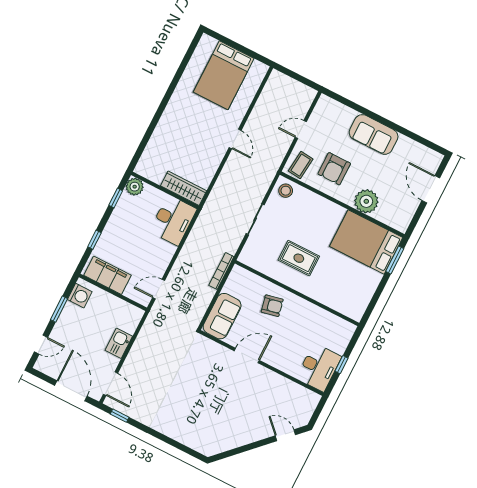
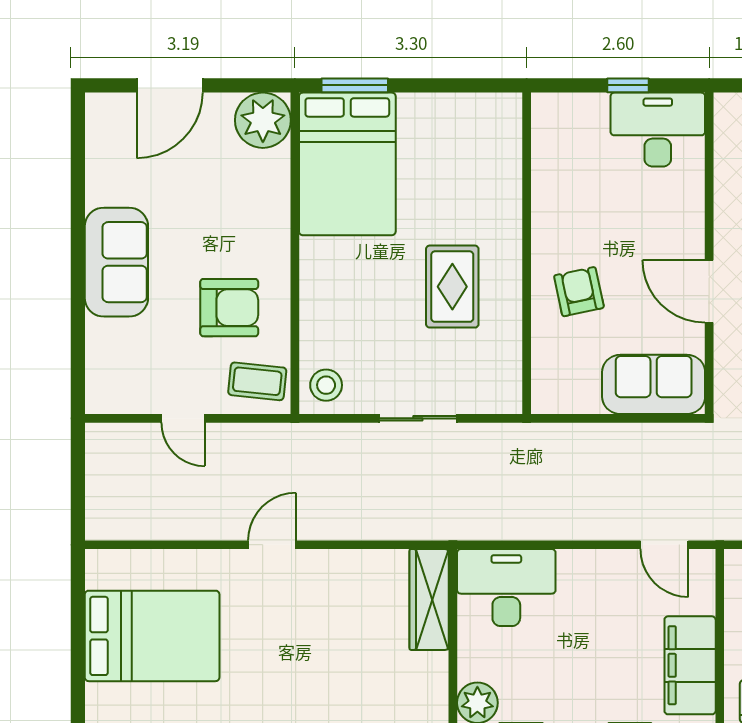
plant: (366, 201) -> (263, 120), moved
bookcase: (221, 271) -> (561, 434), removed

